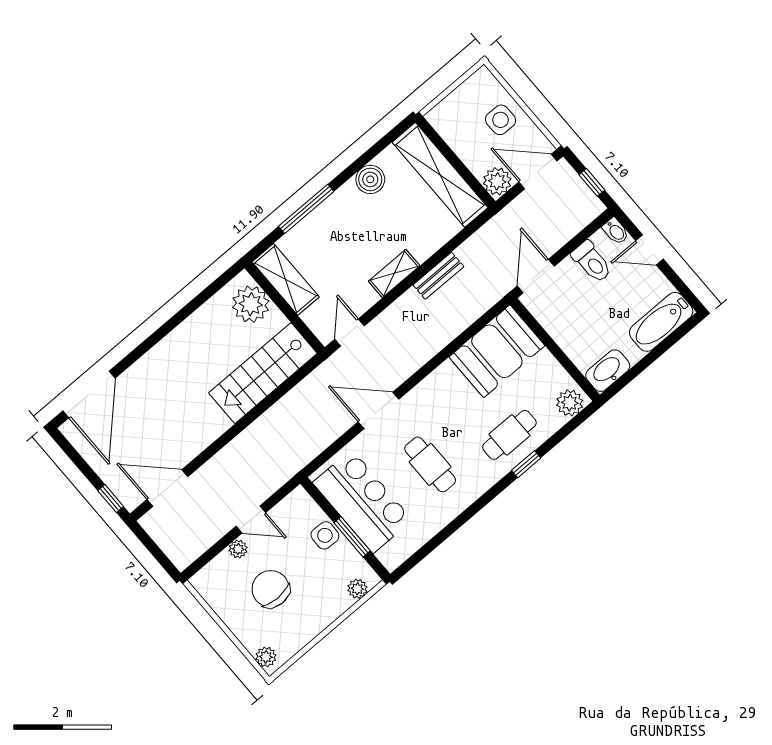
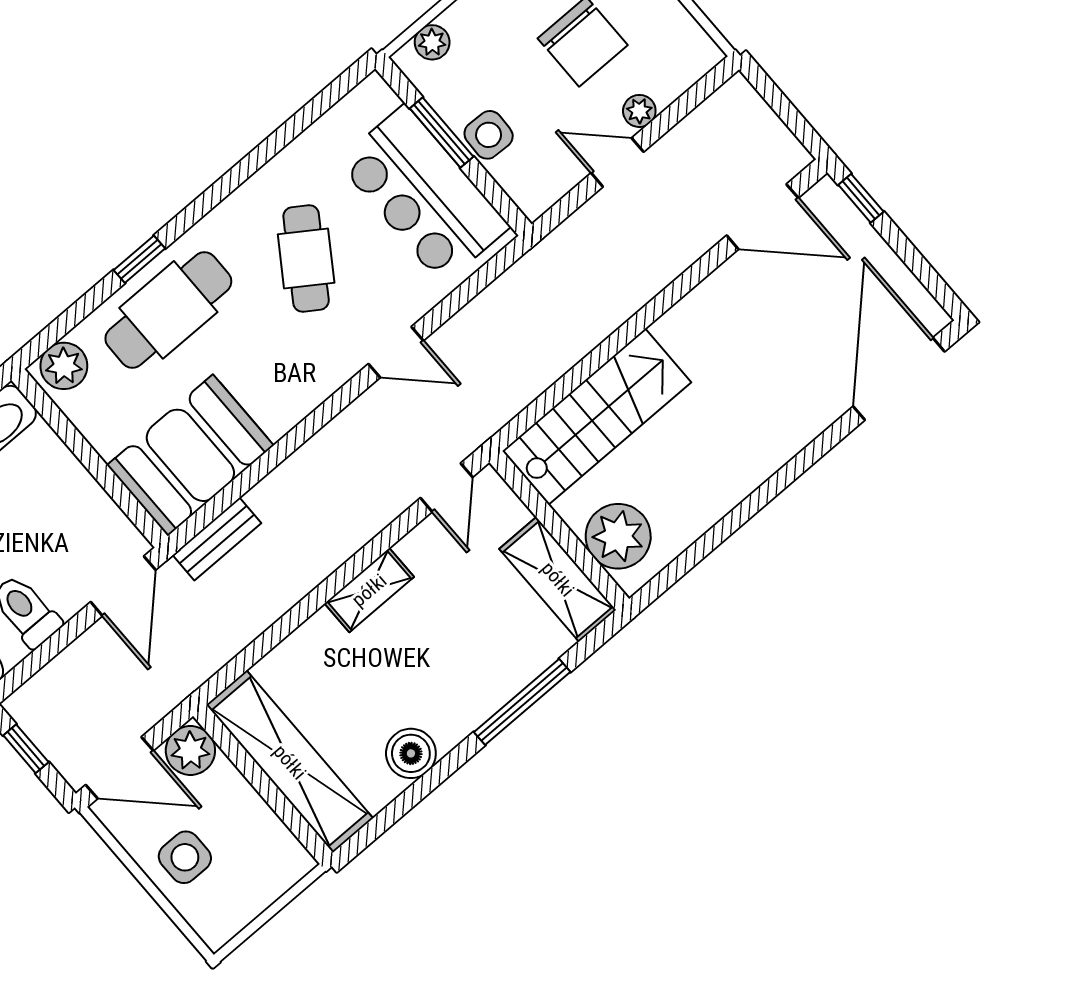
bench: (438, 276) -> (217, 539), moved
door: (379, 410) -> (396, 352), width x0.73
cafe table: (509, 435) -> (168, 310), width x1.37, depth x1.35
cafe table: (430, 464) -> (306, 258), turned 34

